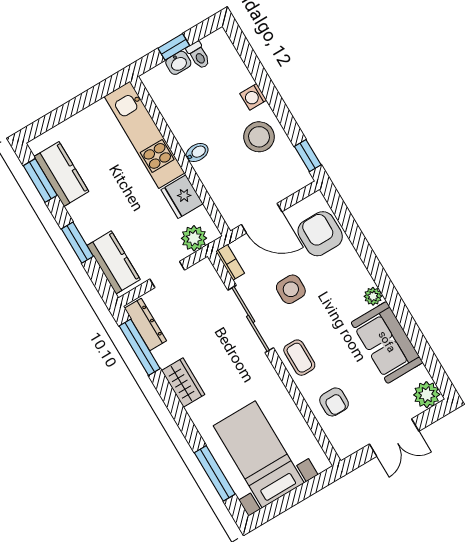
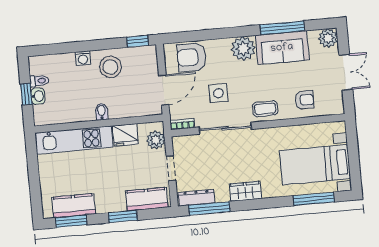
plant: (373, 296) -> (243, 49), width x1.87, depth x1.87
window: (412, 330) -> (282, 28), added

